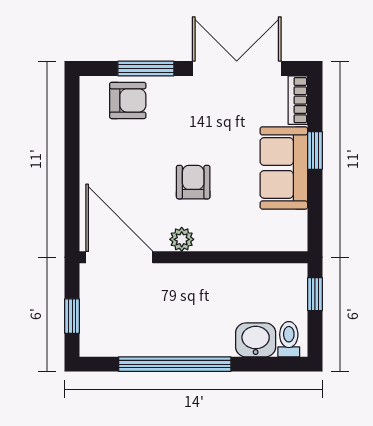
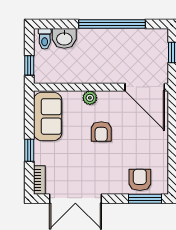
window: (146, 68) -> (145, 199), moved
armchair: (128, 100) -> (140, 180), turned 90
sofa: (284, 168) -> (48, 116), moved
plant: (182, 239) -> (90, 98), moved

